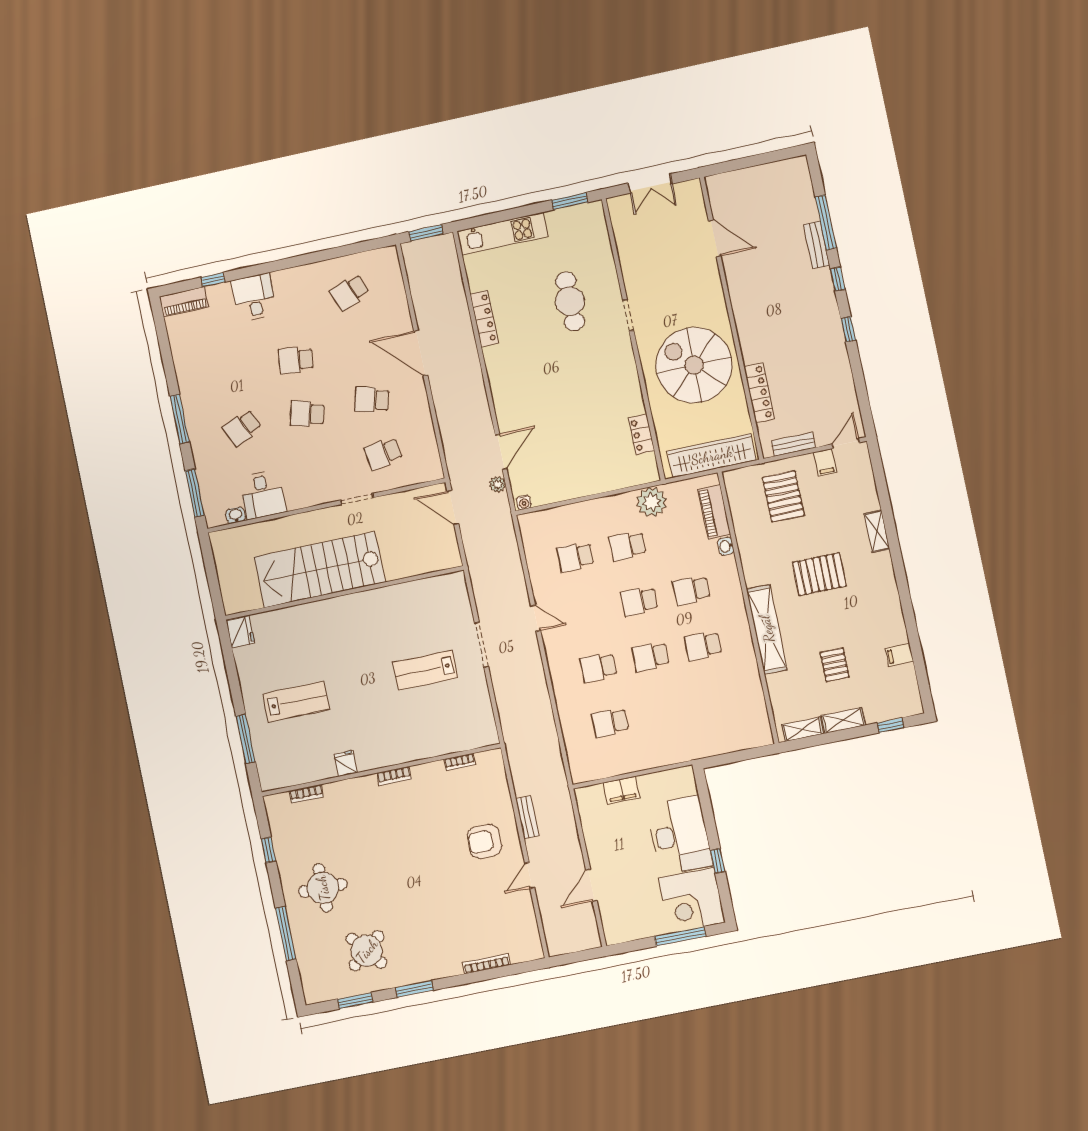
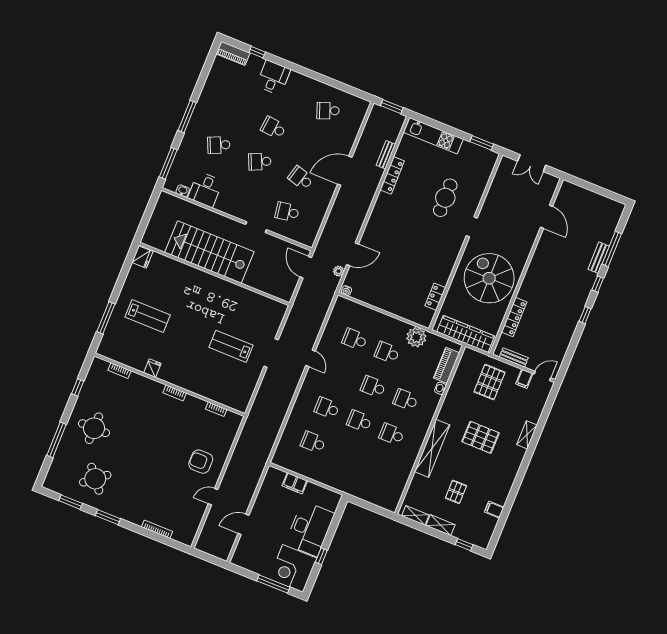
door: (421, 353) -> (345, 171), hinge flipped
school desk: (307, 414) -> (260, 162), turned -39
bench: (527, 817) -> (386, 155), moved

